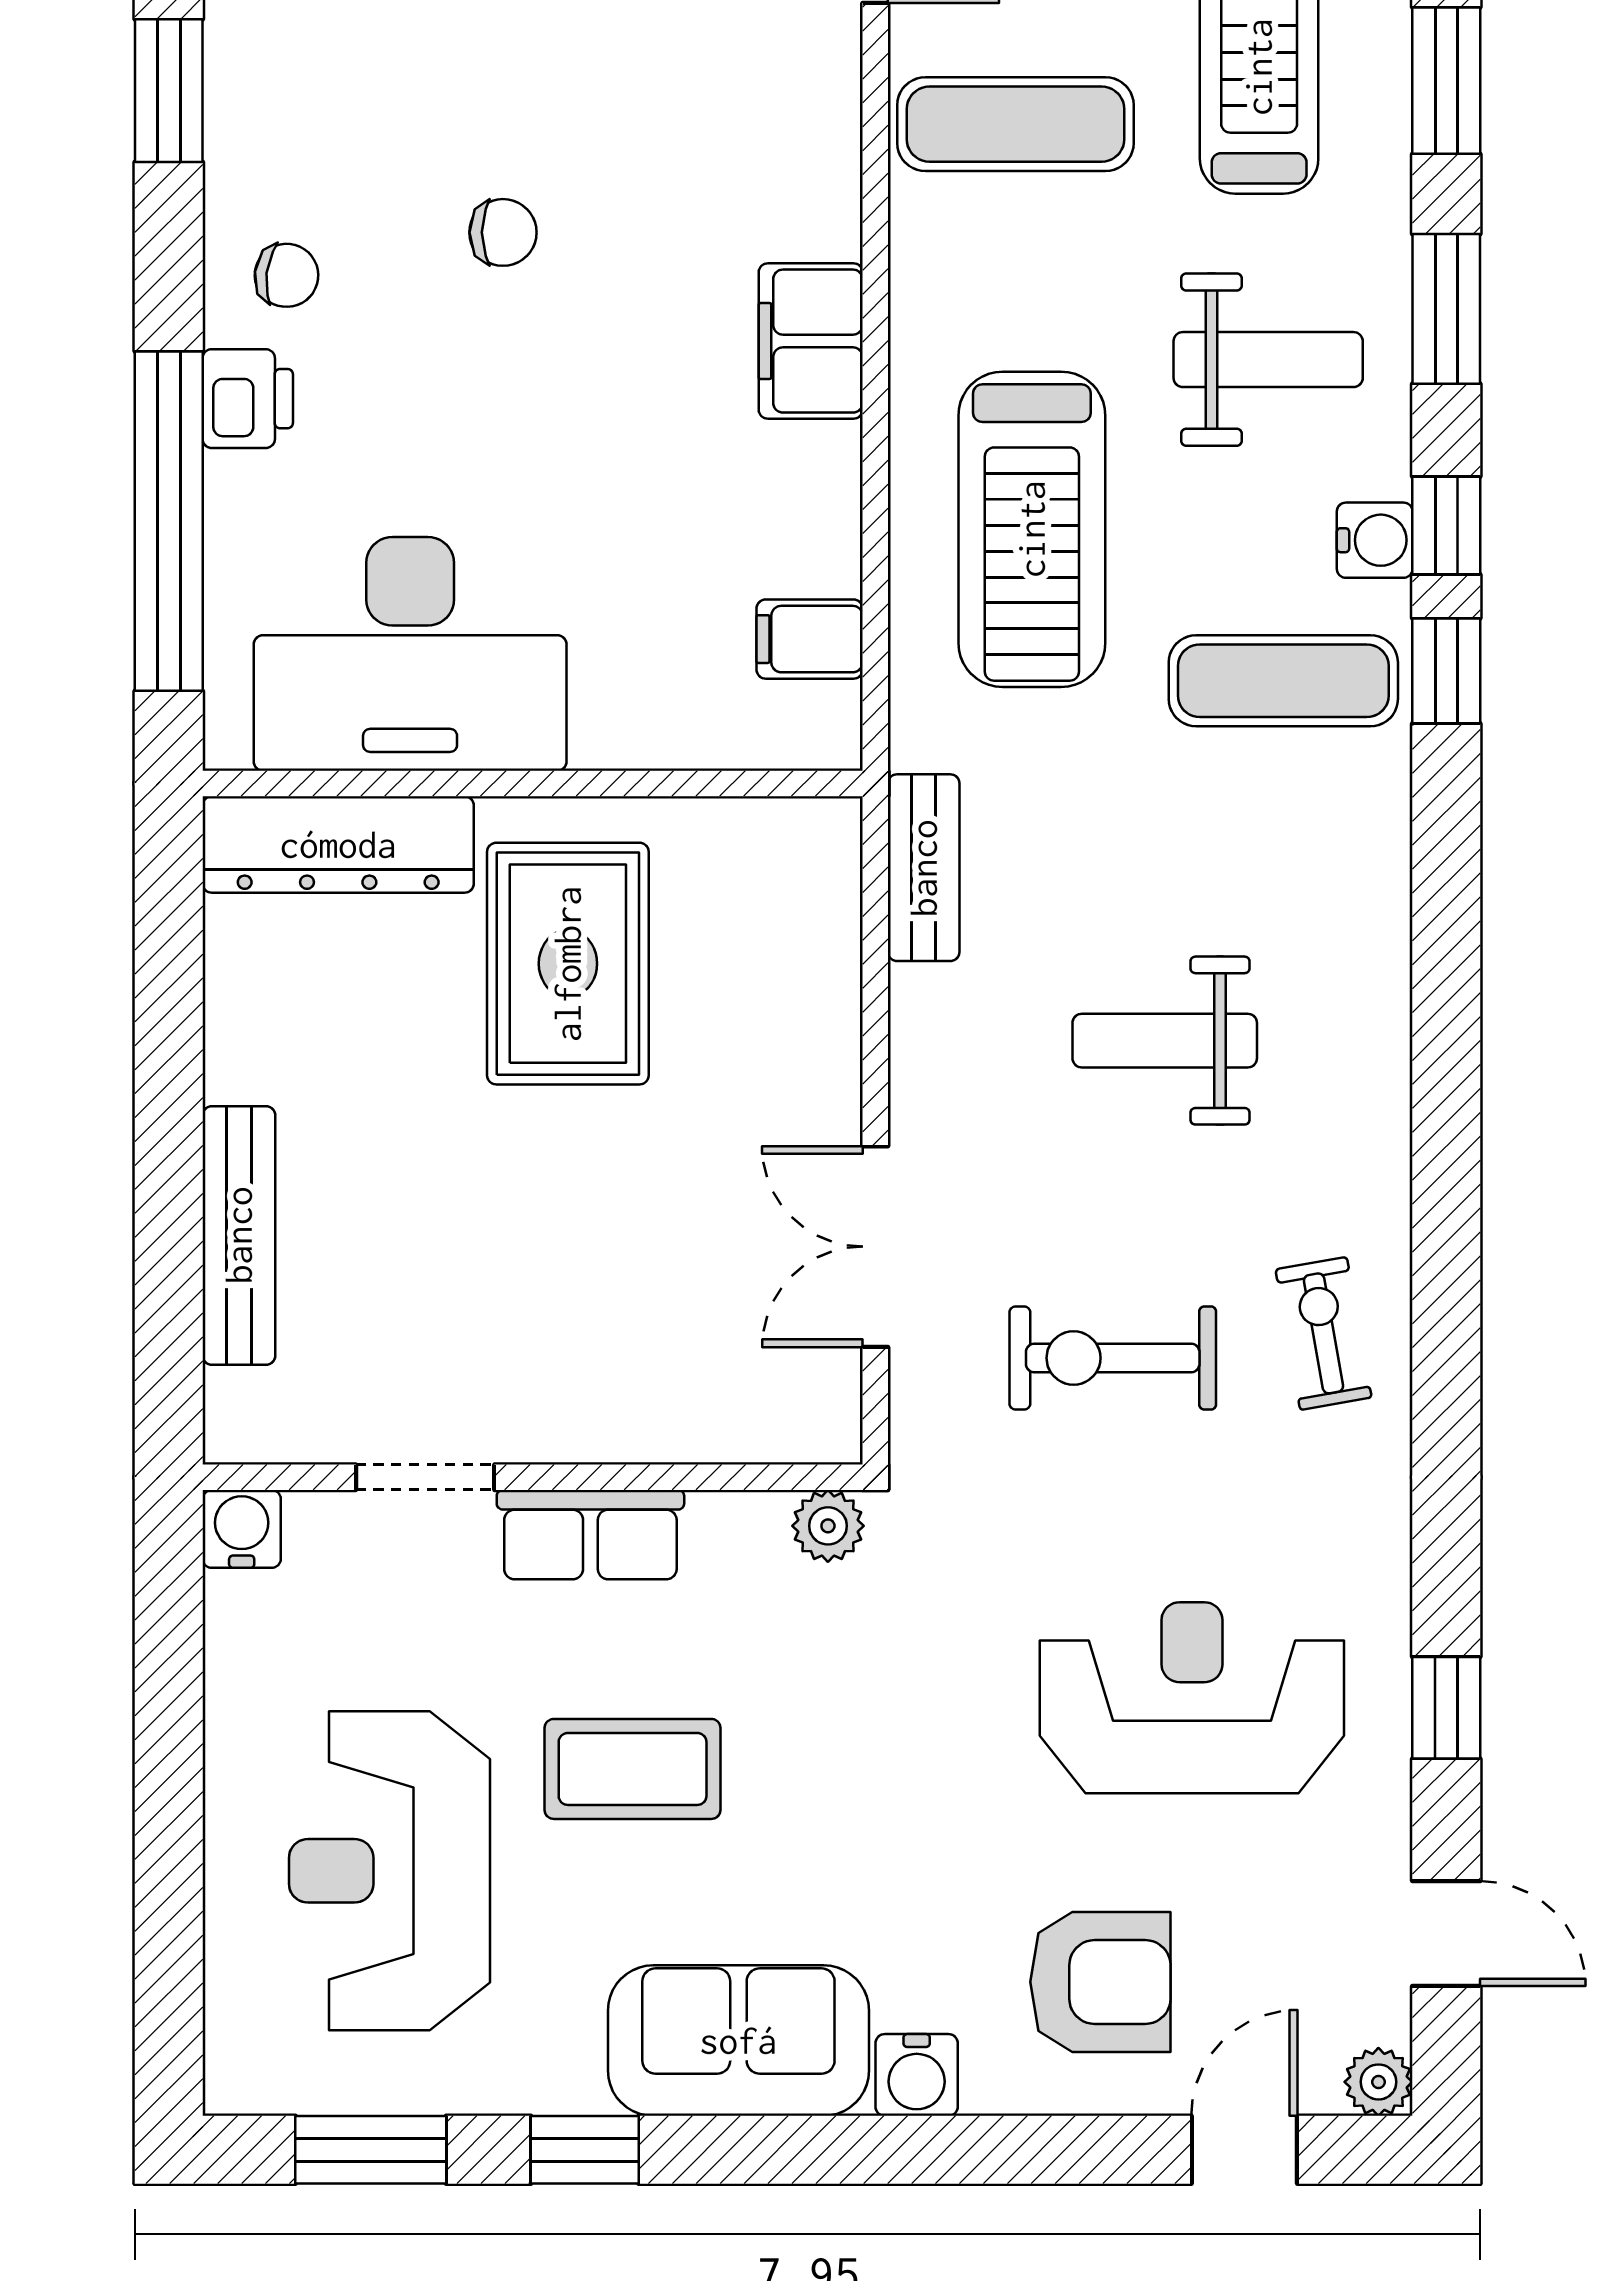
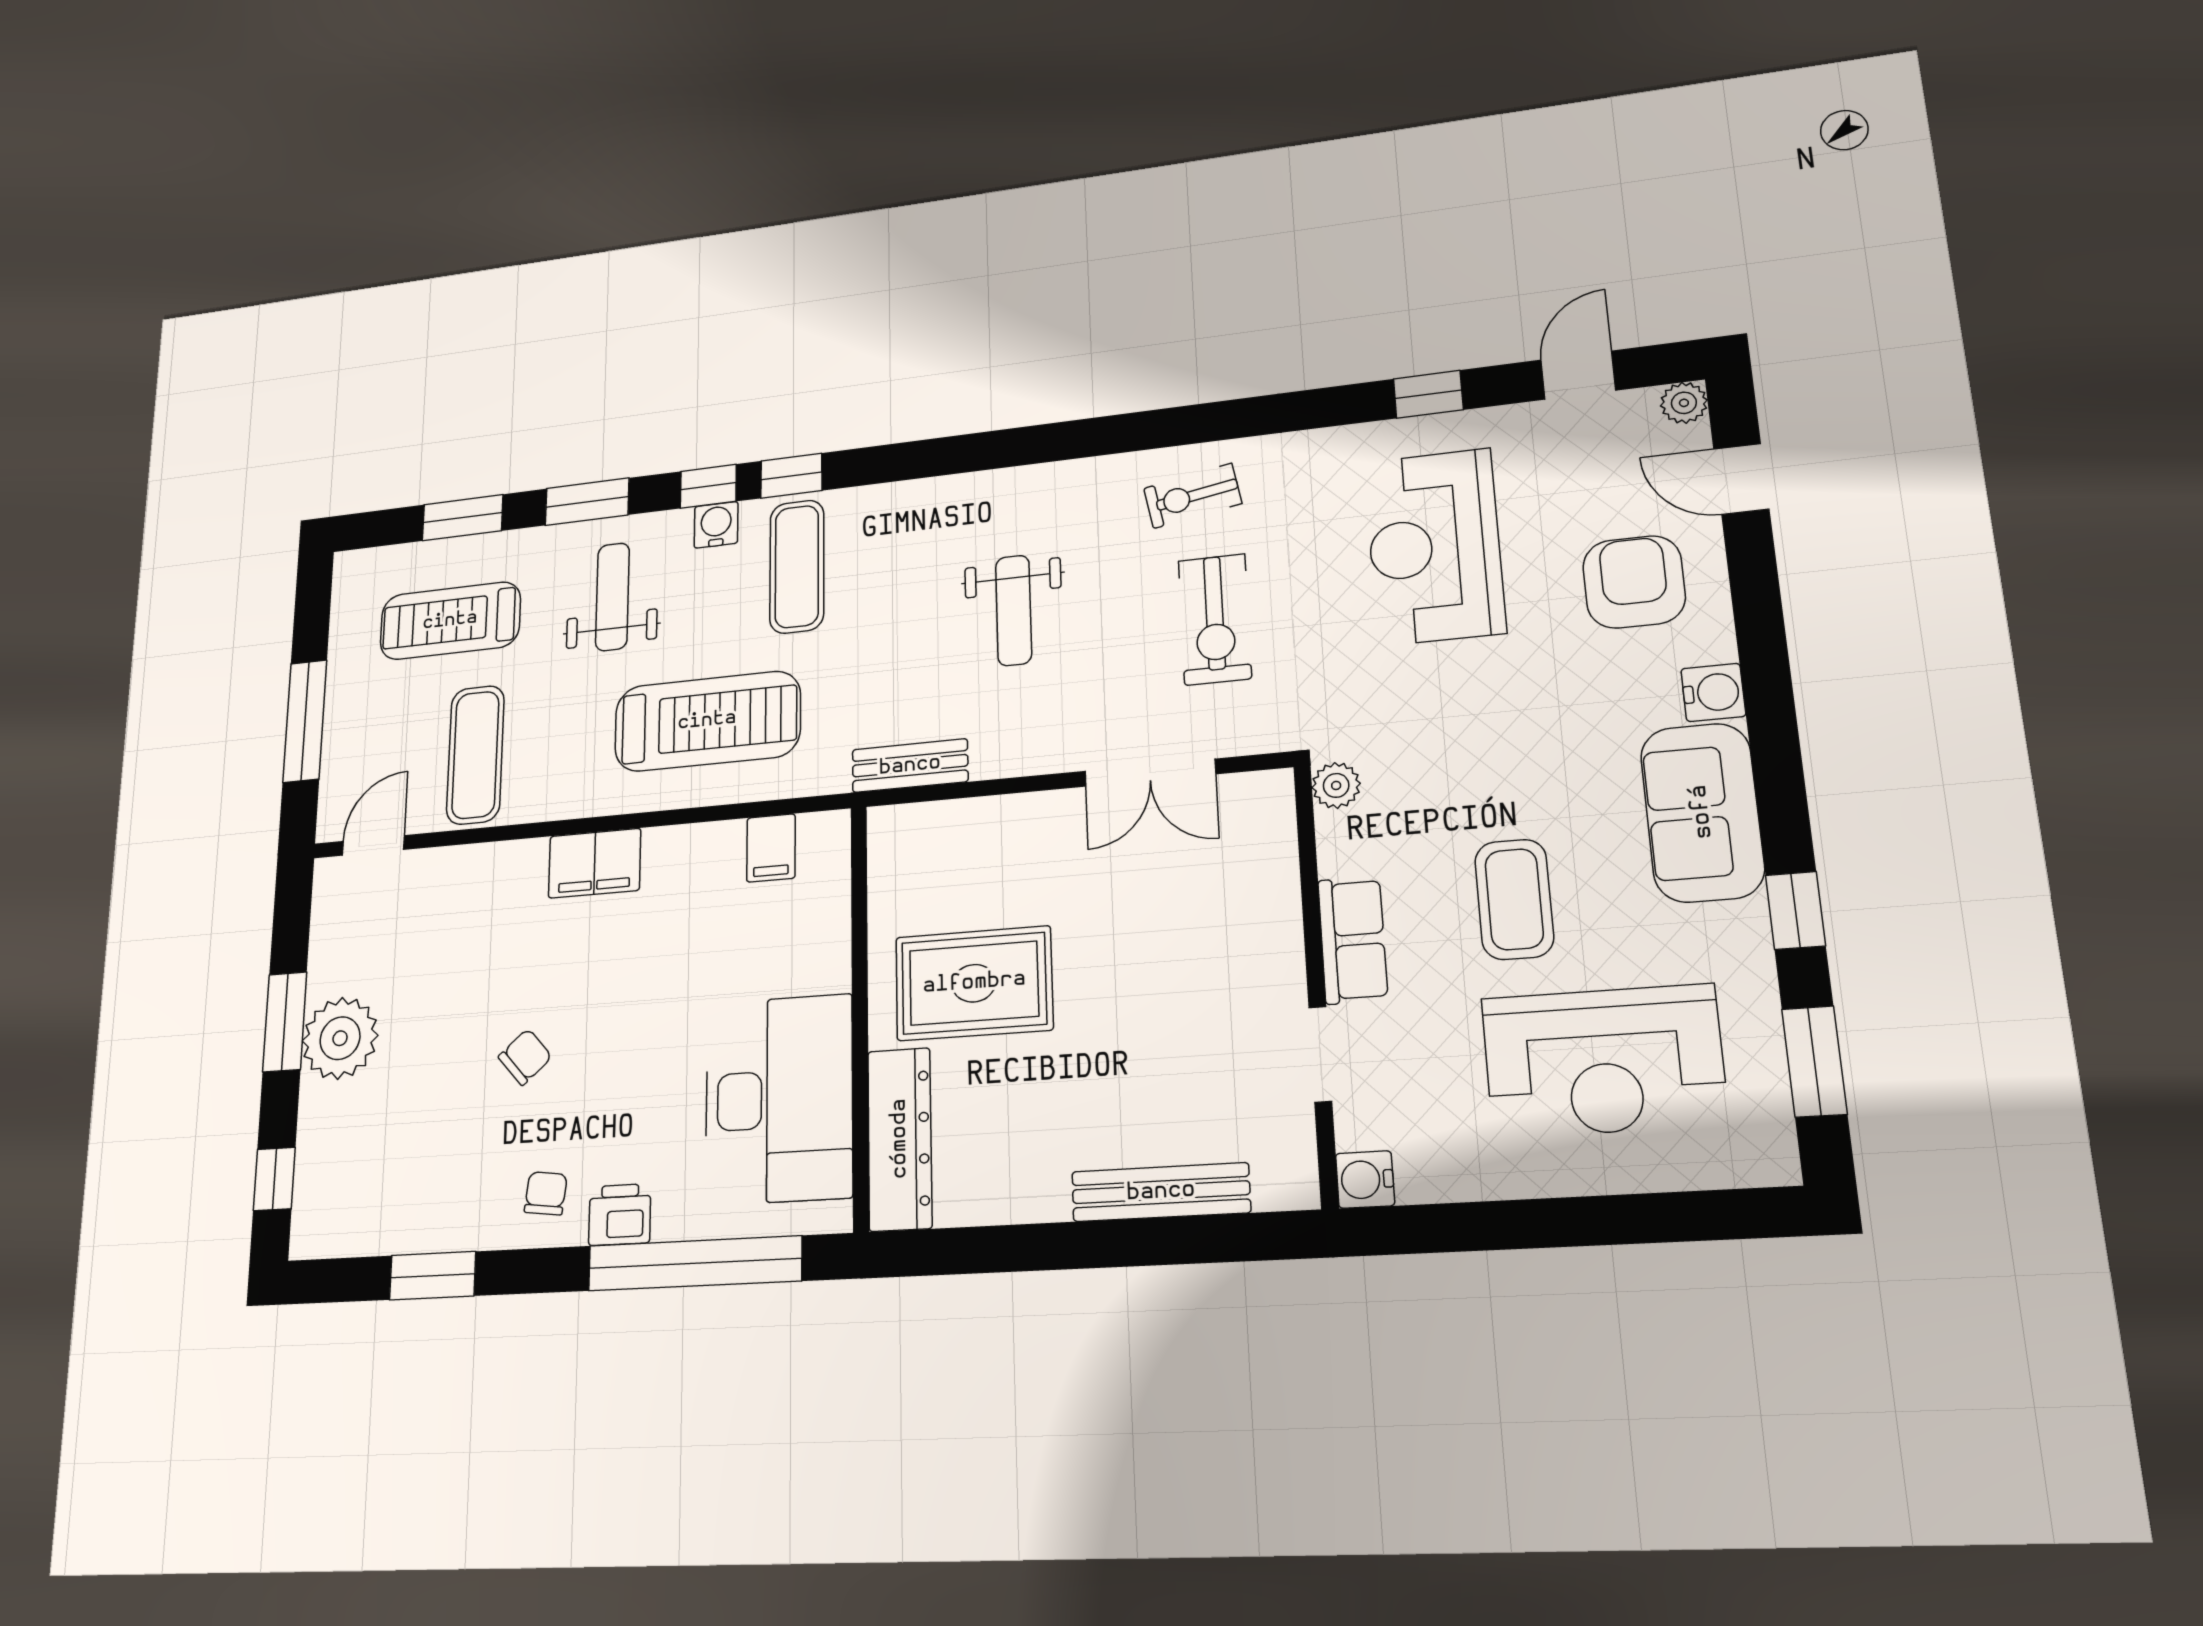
chair: (503, 232) -> (525, 1057), turned 49

